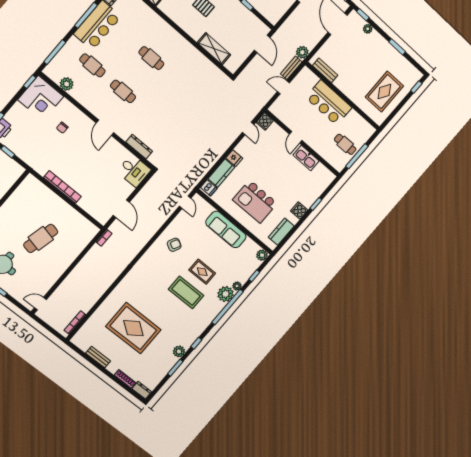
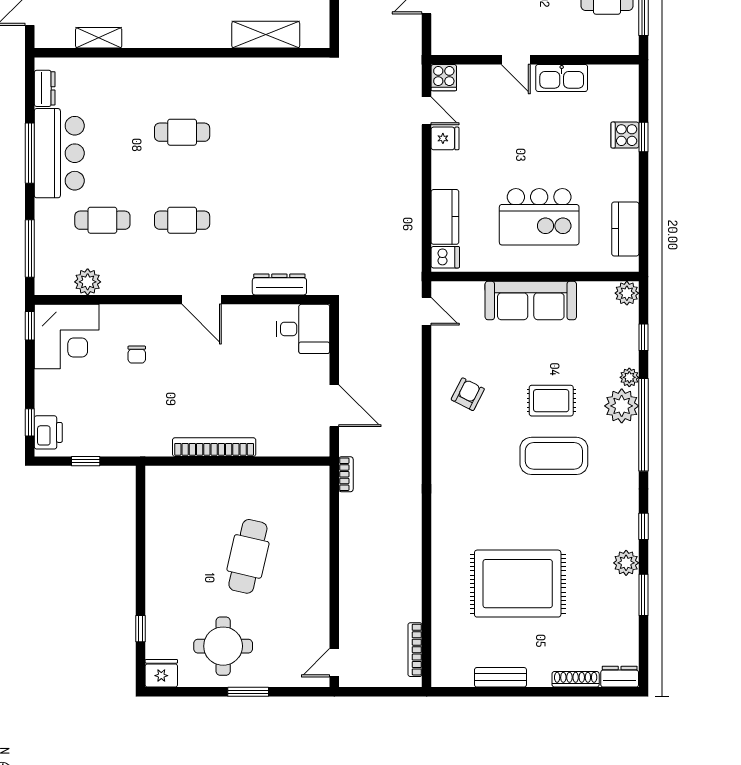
fridge: (234, 158) -> (445, 138), moved
cooker: (299, 211) -> (625, 135), moved

